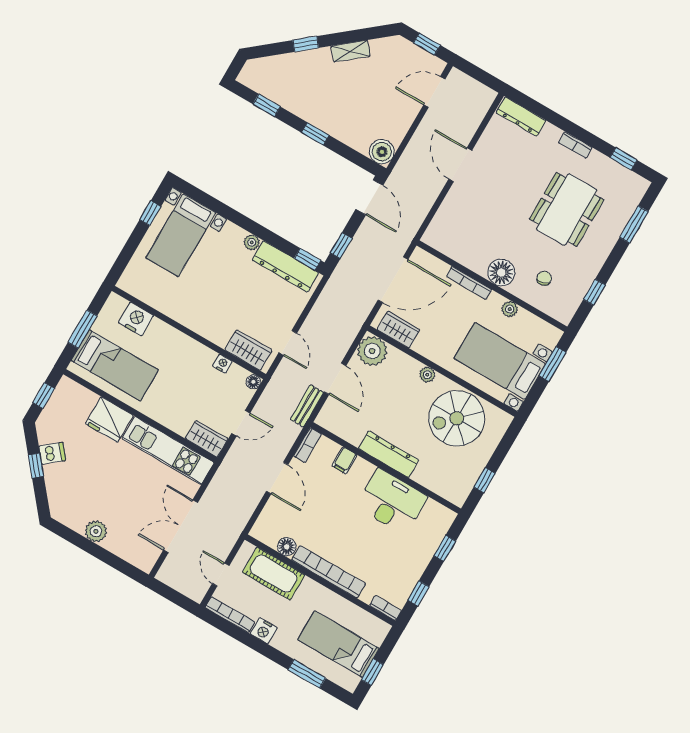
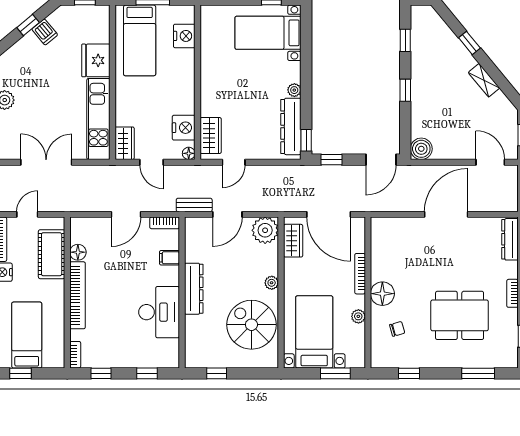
door: (460, 165) -> (446, 214), width x1.36
nightstand: (222, 364) -> (184, 128), width x1.89, depth x1.79

